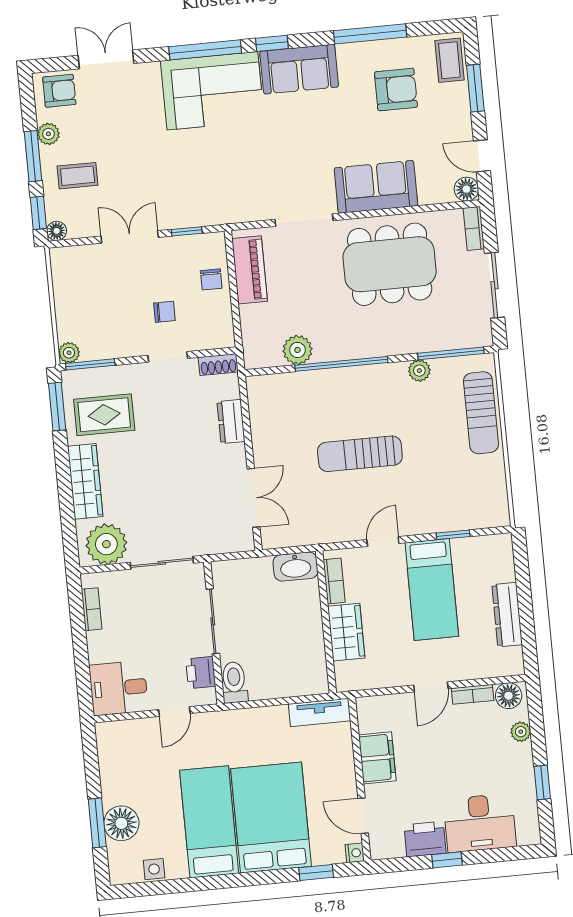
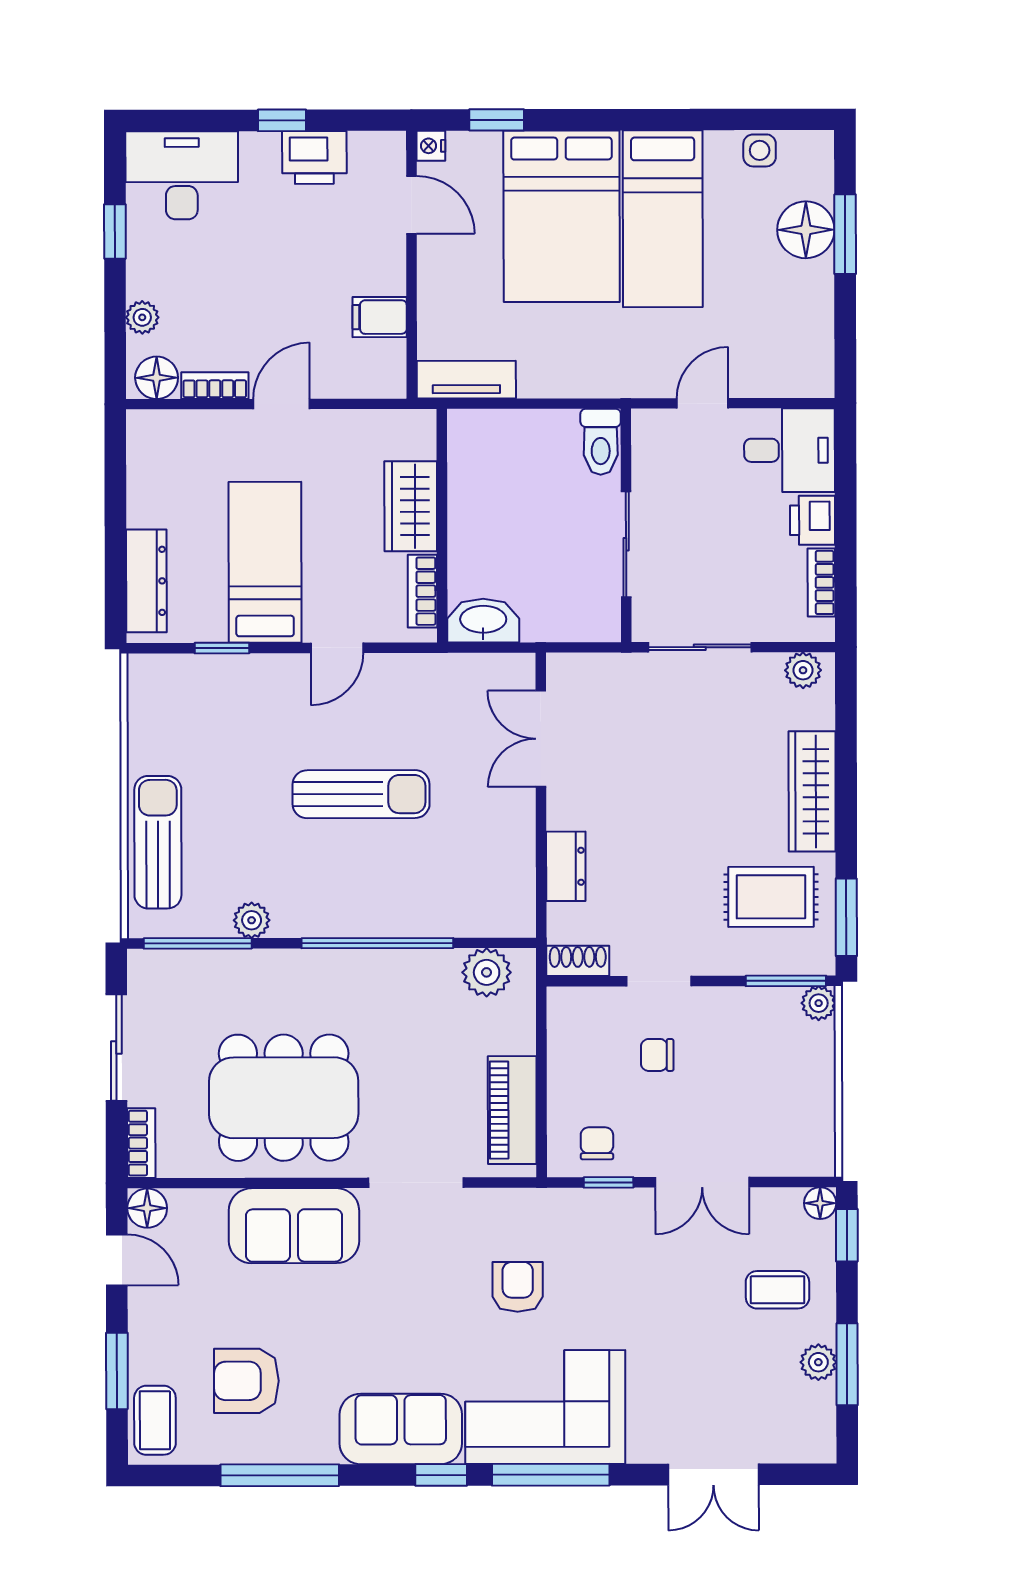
armchair: (59, 91) -> (518, 1287), moved, turned 90
window: (33, 156) -> (847, 1364), moved
chair: (211, 279) -> (597, 1143), moved
plant: (298, 350) -> (487, 972), moved
plant: (106, 544) -> (803, 670), width x0.53, depth x0.53
dresser: (507, 615) -> (146, 581), moved
printer: (201, 673) -> (812, 520), moved, turned 180
filing cabinet: (377, 758) -> (380, 317), width x0.50
desk: (480, 823) -> (182, 175), moved

